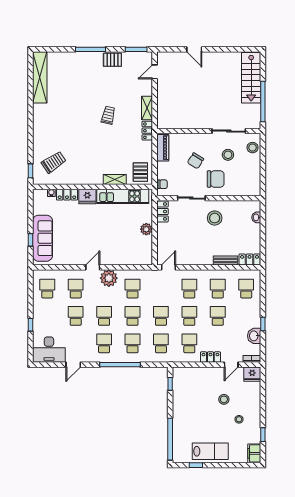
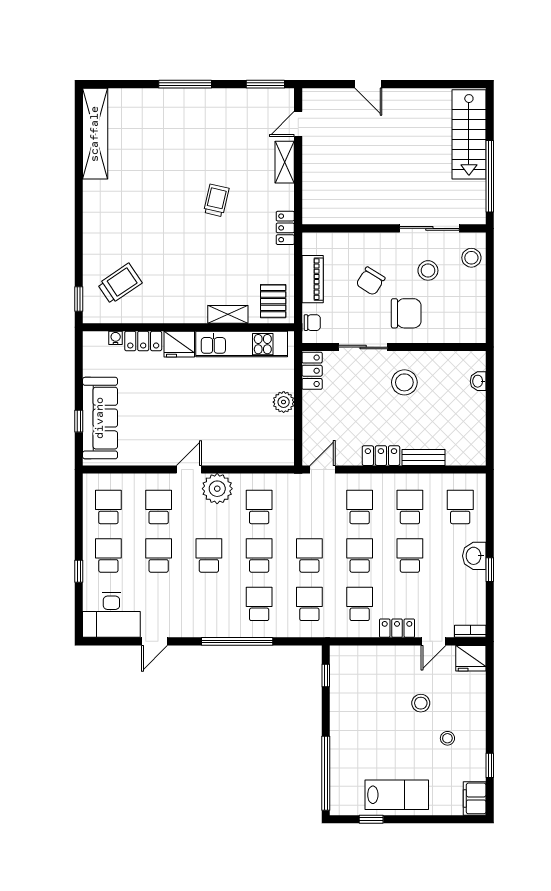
pallet: (112, 60) -> (224, 102), removed
shelving: (147, 108) -> (285, 162), moved
piano: (163, 148) -> (313, 279), moved
locker: (250, 259) -> (381, 456), moved
washbasin: (254, 336) -> (474, 556), moved
school desk: (104, 343) -> (108, 555), moved

